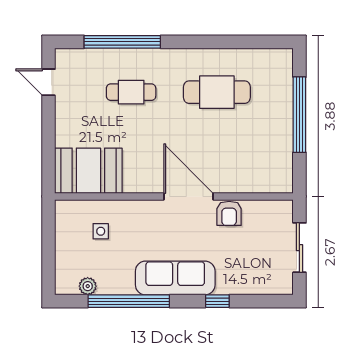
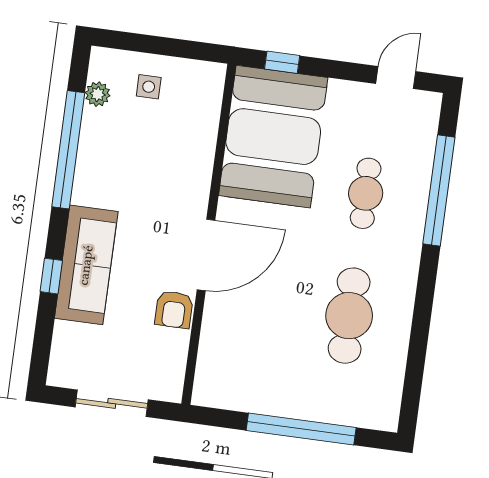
window: (49, 162) -> (282, 62), added
booth: (88, 171) -> (273, 137), width x1.36, depth x1.42
armchair: (229, 213) -> (174, 310), turned -90
side table: (101, 231) -> (149, 87), moved
sofa: (175, 278) -> (86, 265), moved

